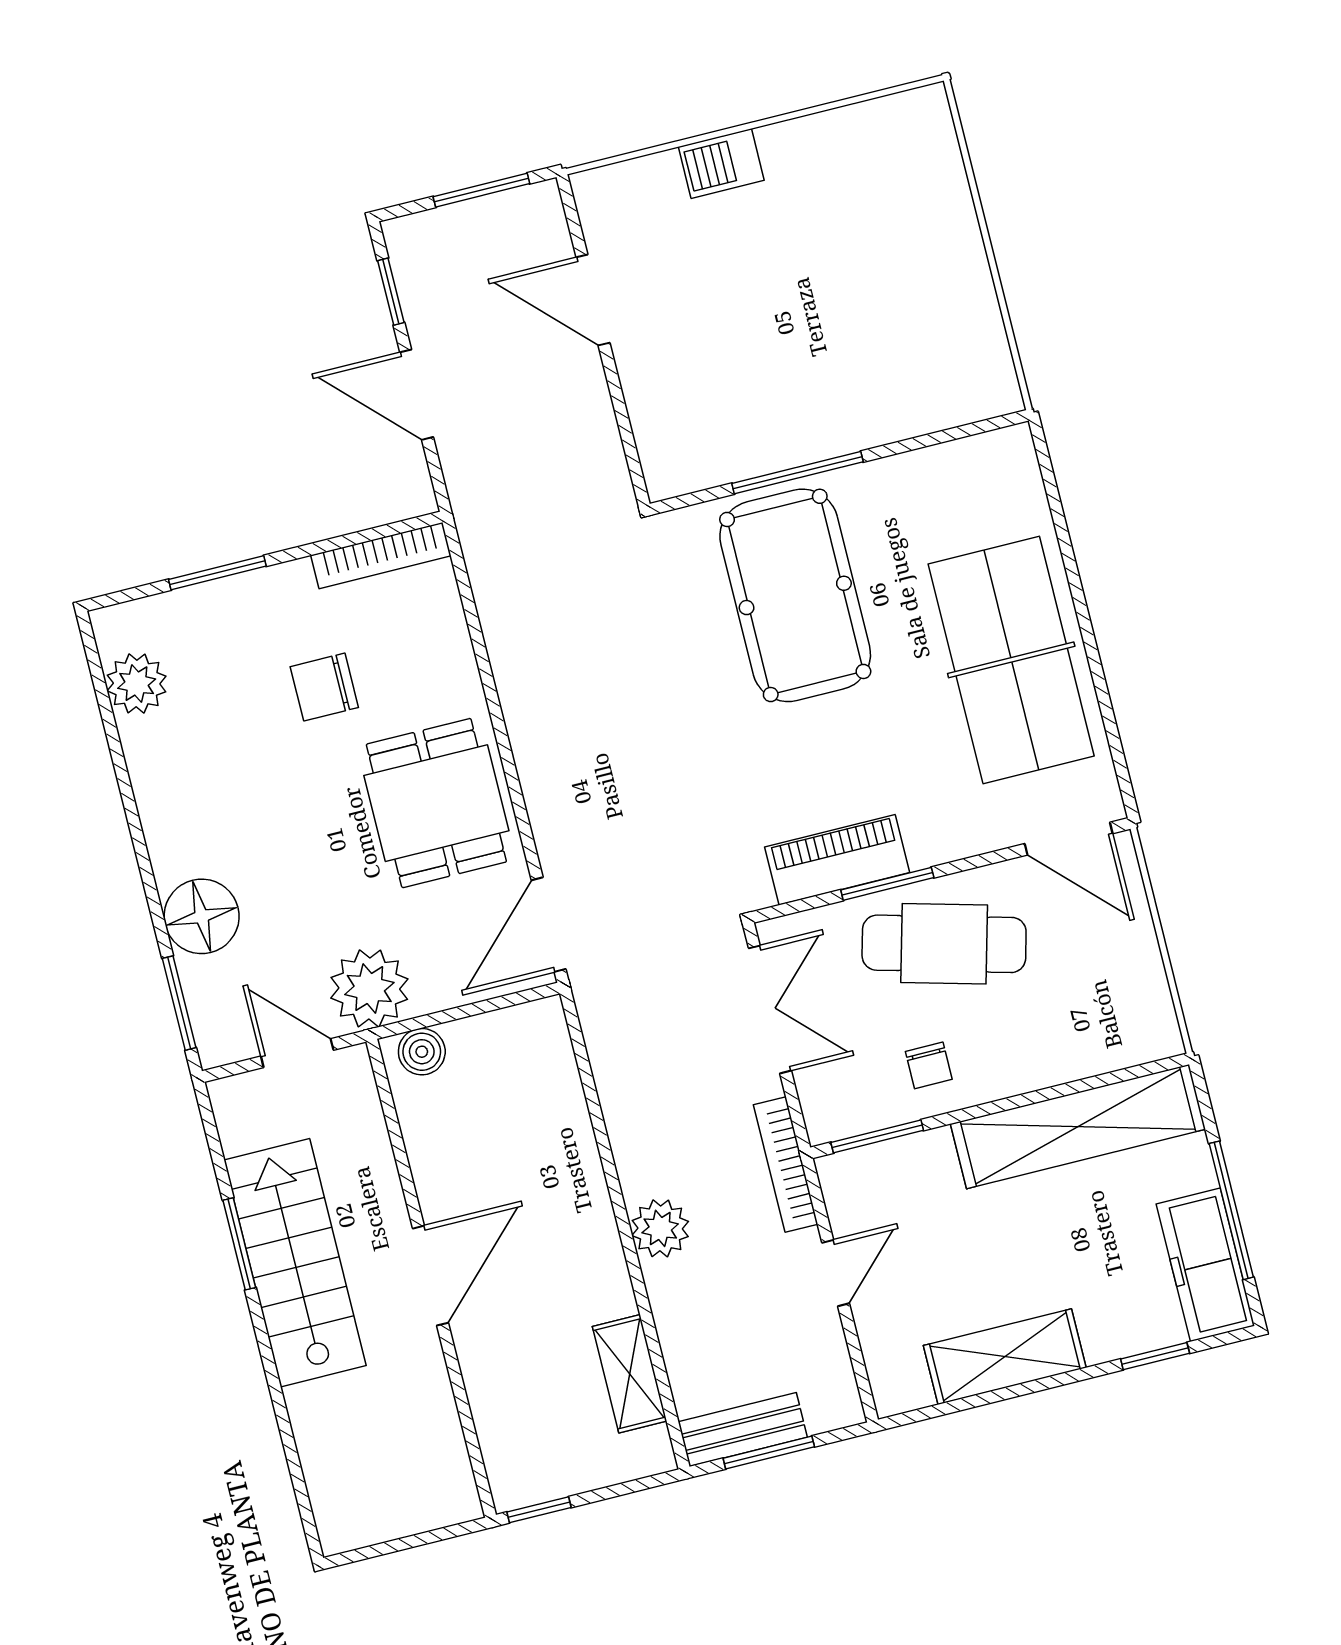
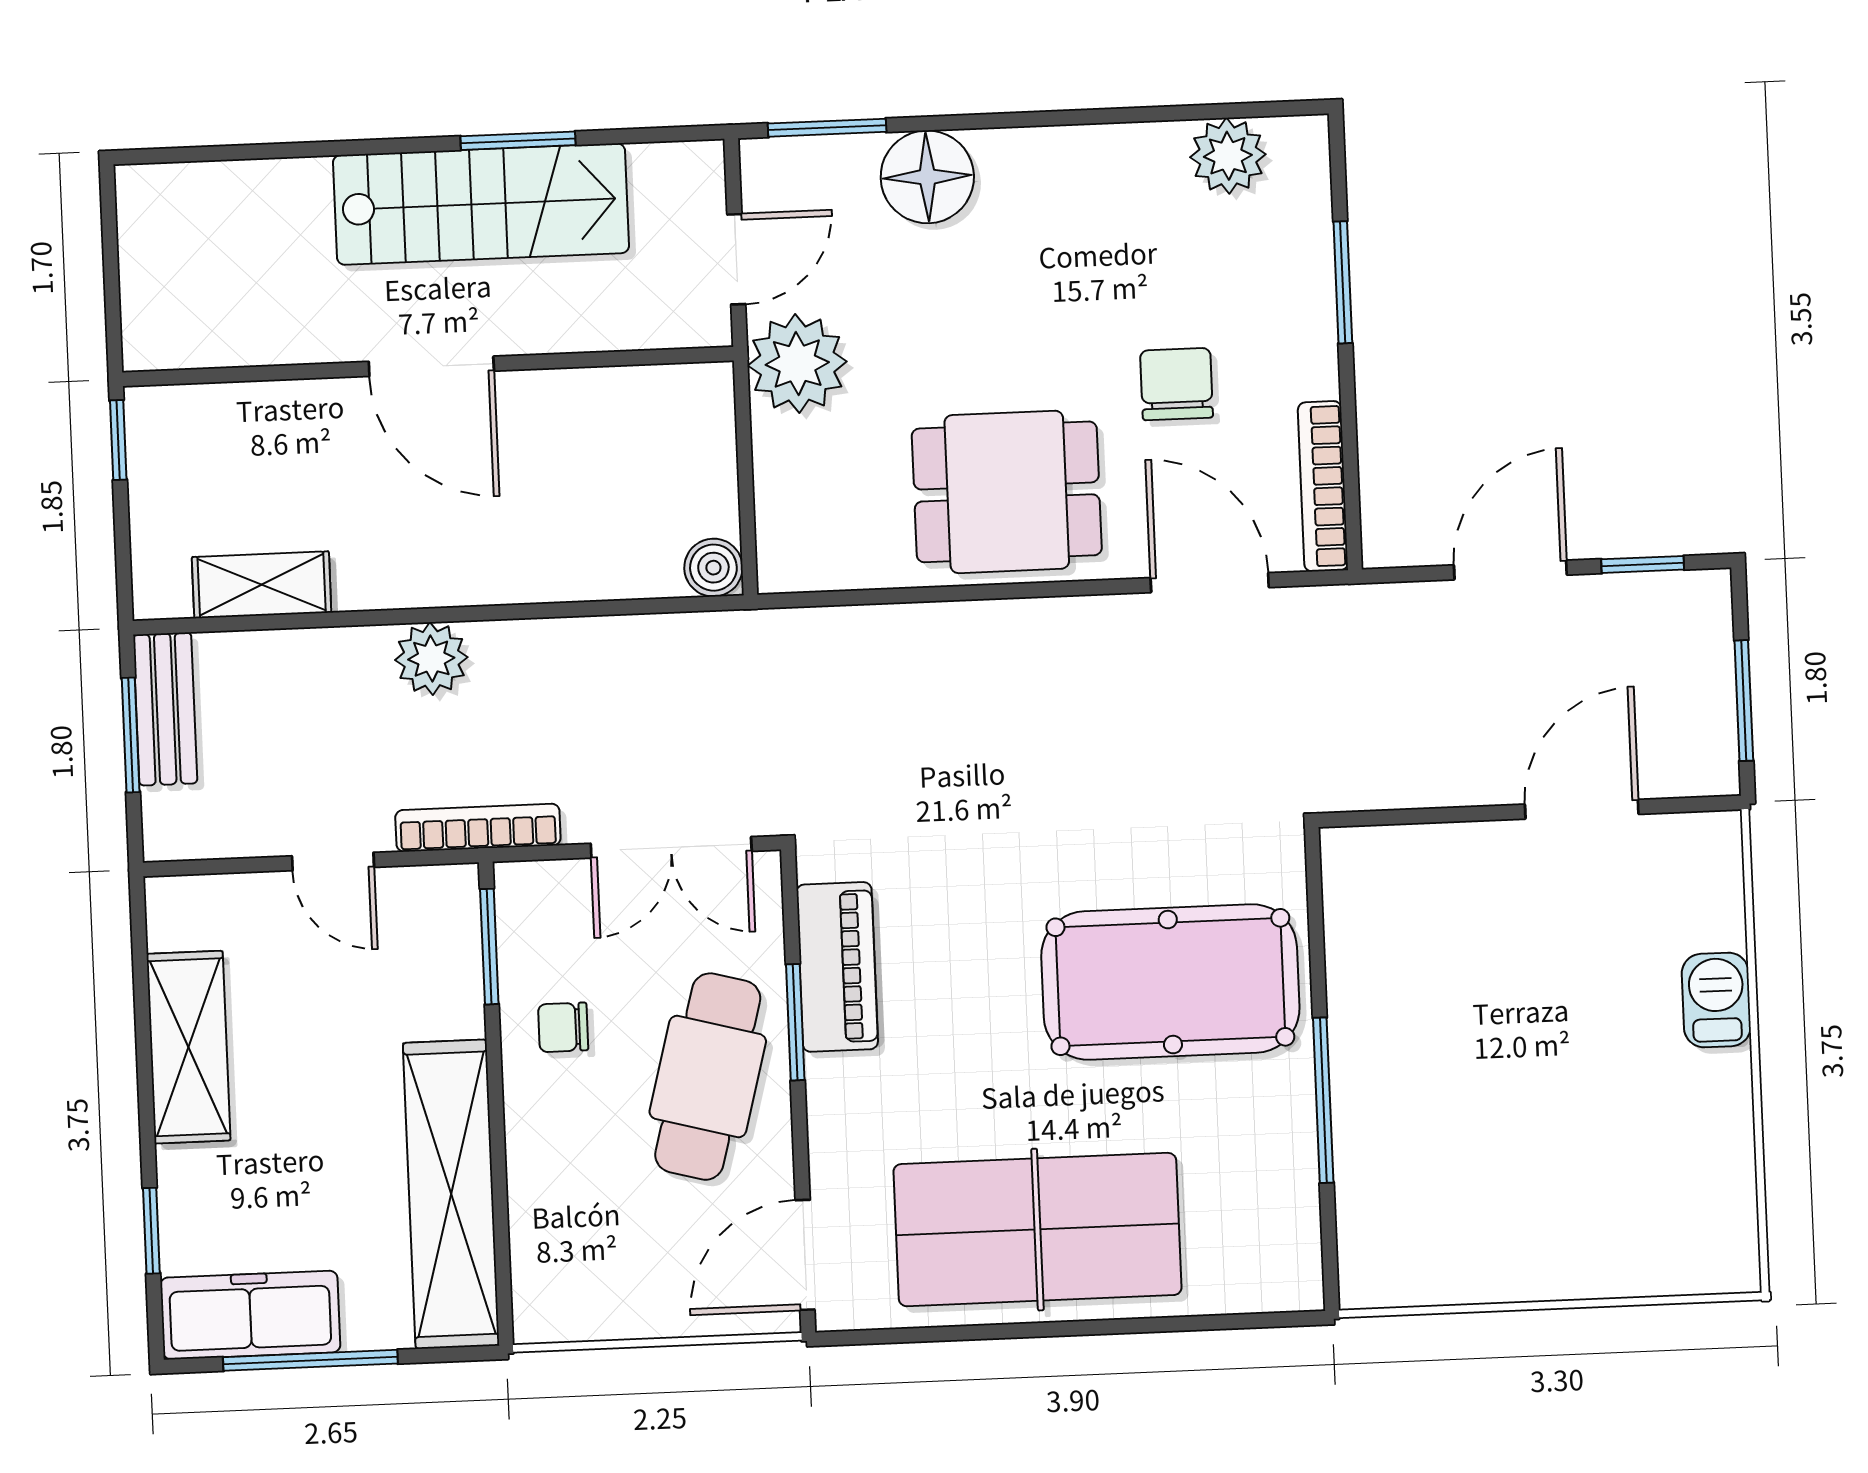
window: (797, 473) -> (1323, 1100), moved
door: (549, 925) -> (1210, 583), moved
boiler: (422, 1052) -> (713, 568), moved

